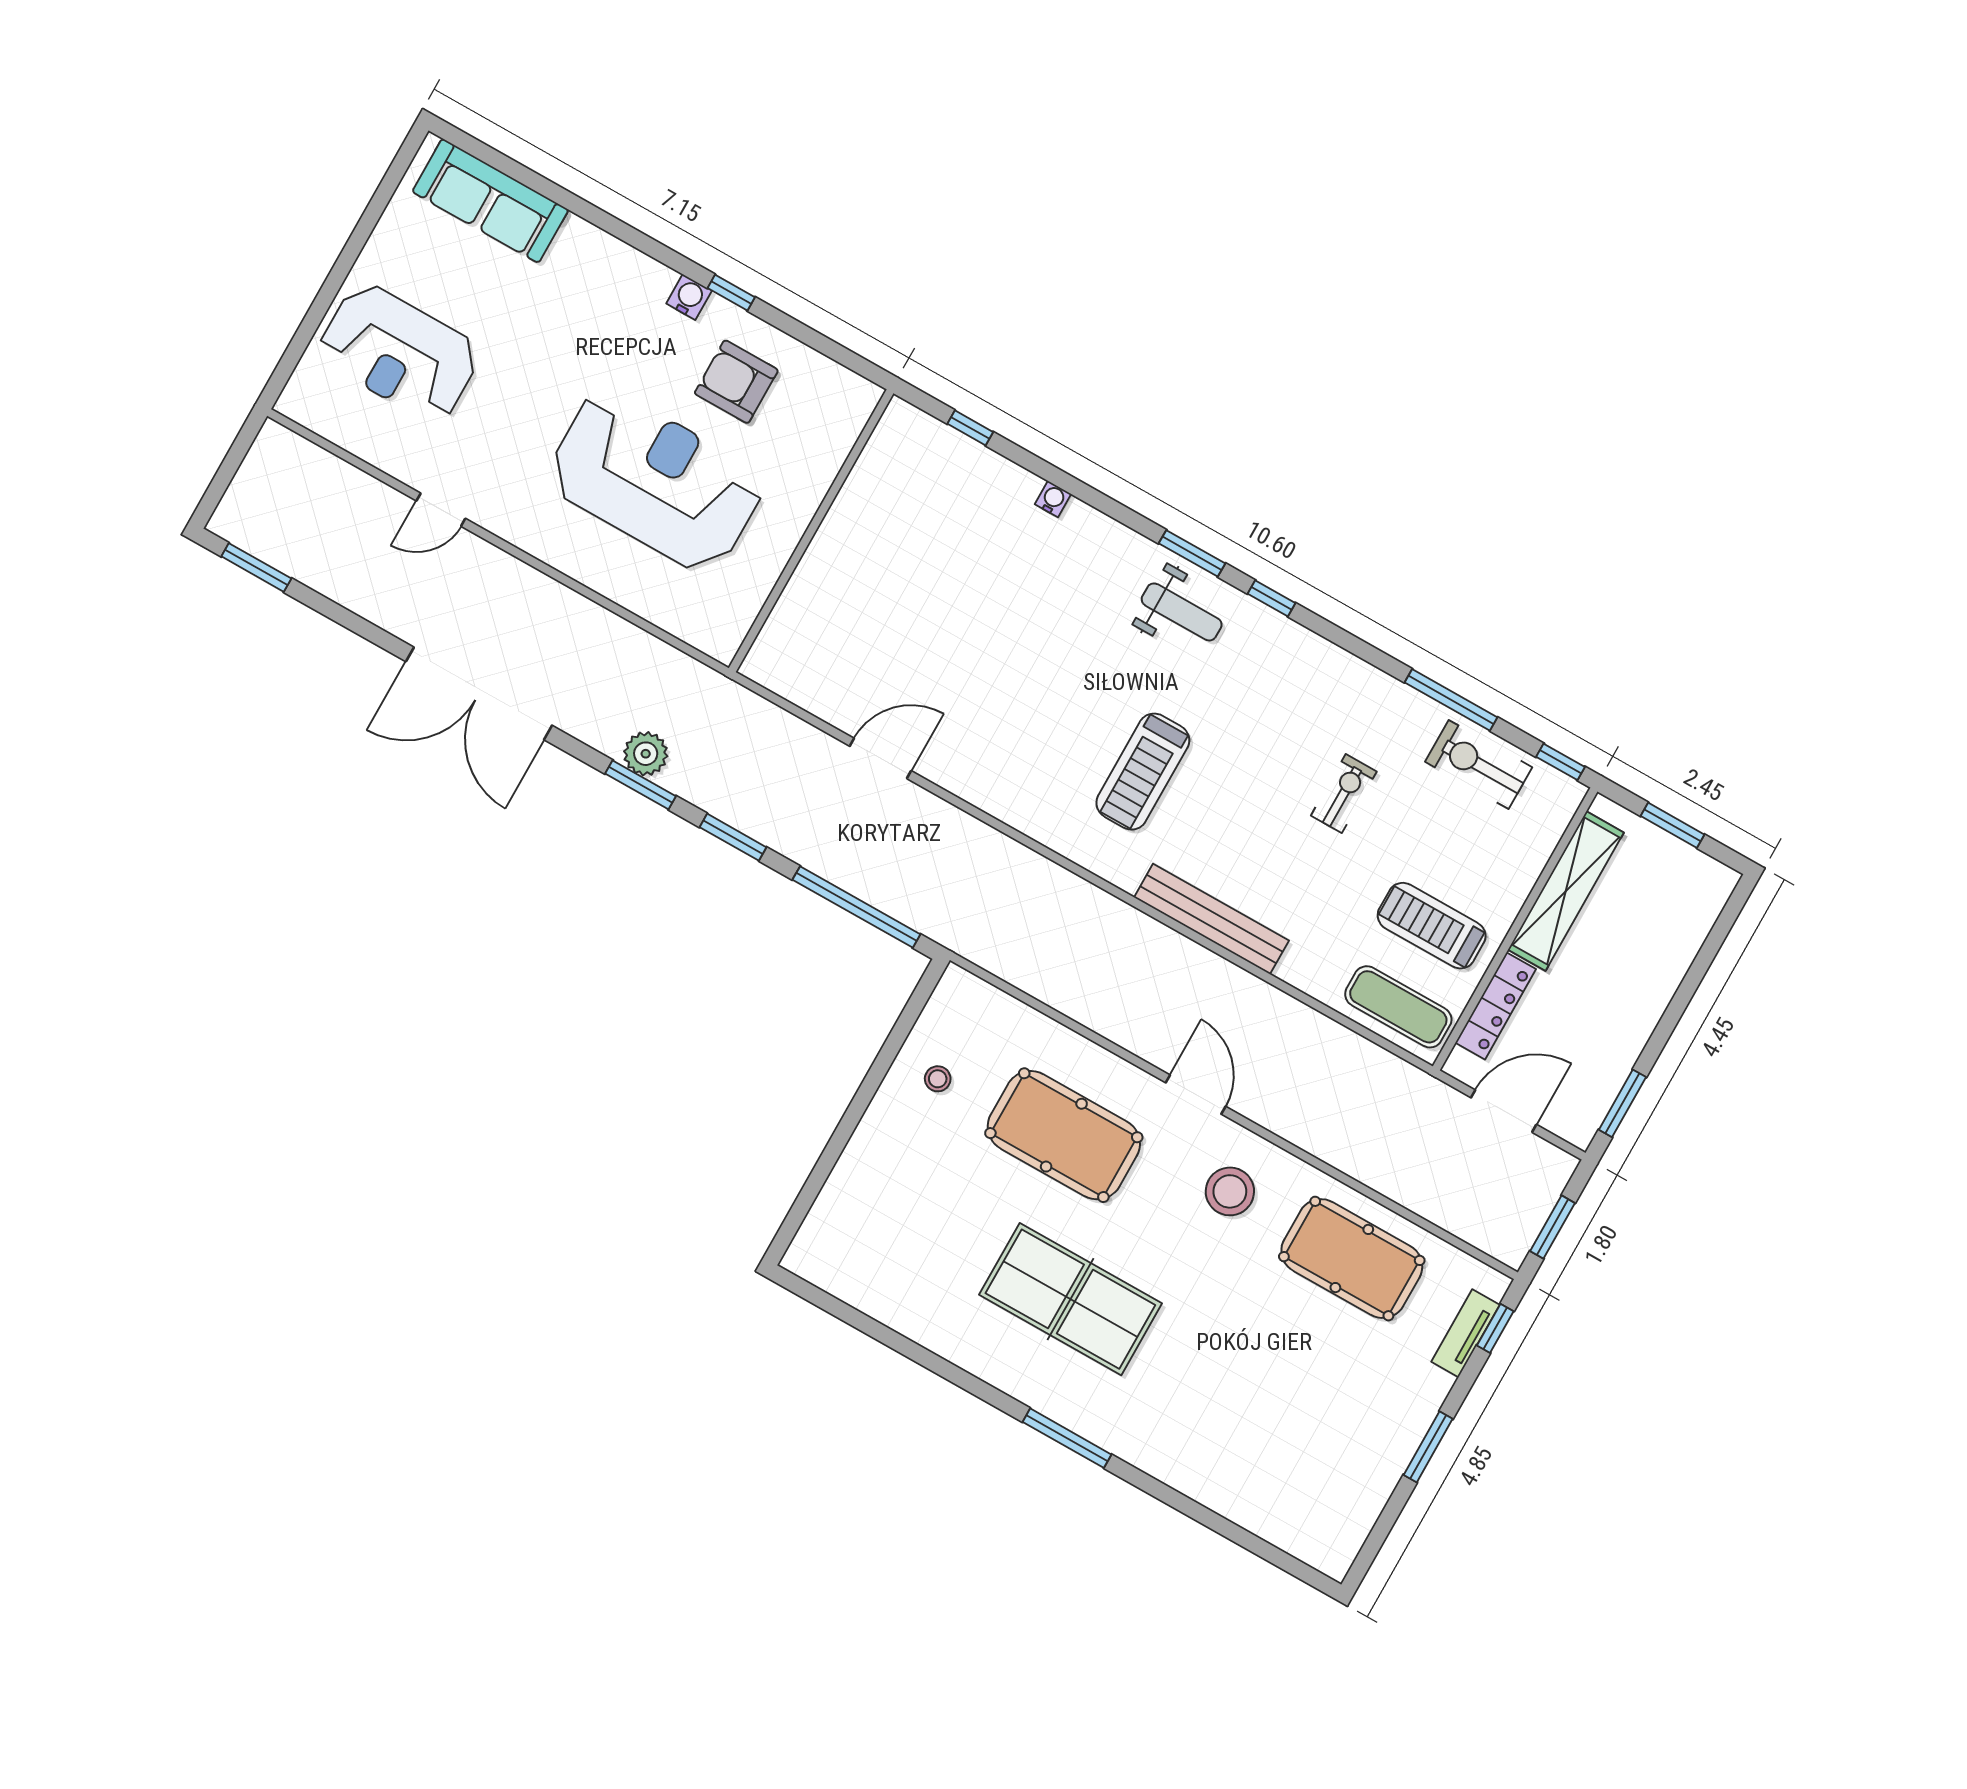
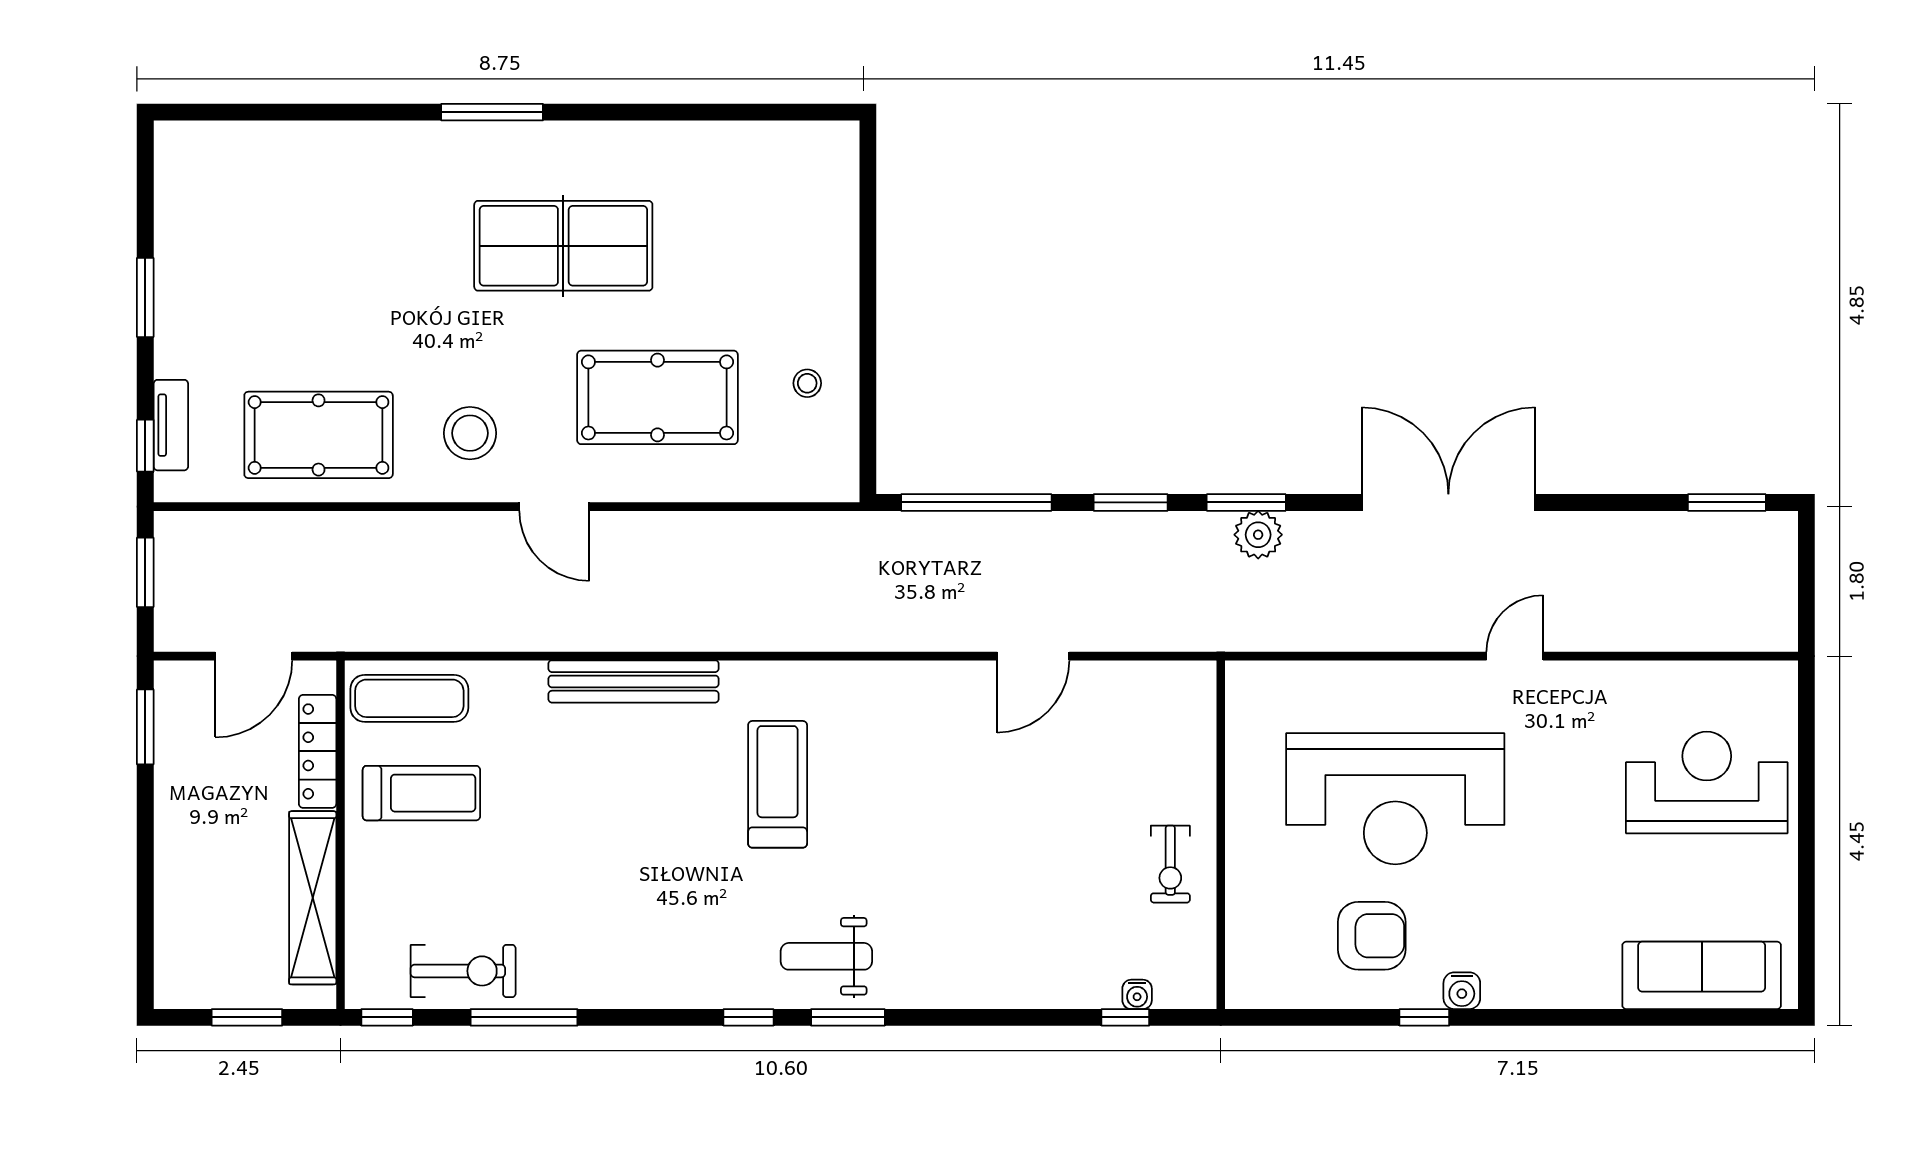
water cooler: (1053, 499) -> (1137, 994), moved
door: (441, 510) -> (1515, 656), moved
exercise bike: (1344, 794) -> (1170, 864), moved

